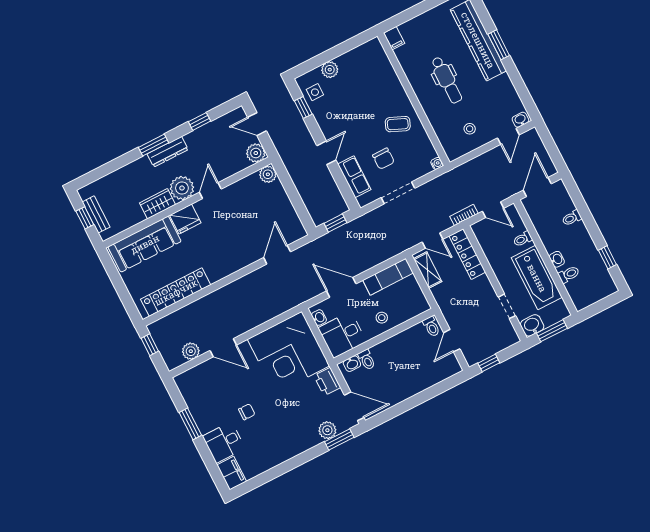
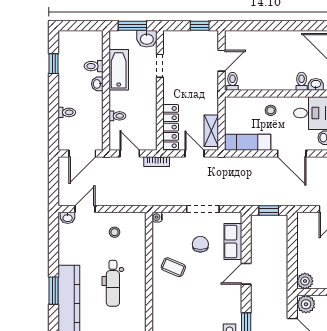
dental chair: (447, 80) -> (113, 283), turned 180
bathtub: (537, 278) -> (119, 70), width x0.73, depth x0.73

